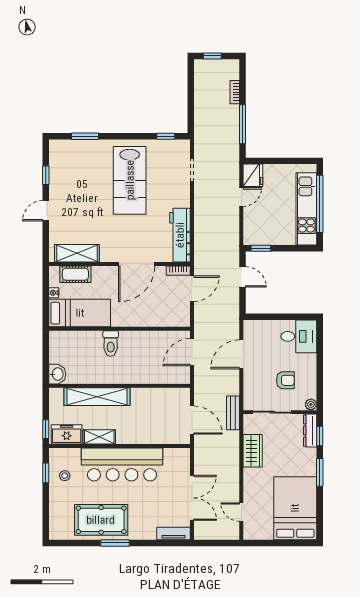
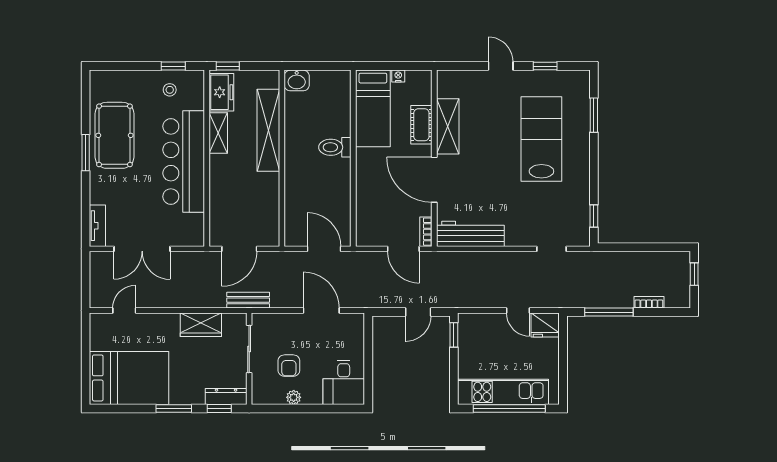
lab bench: (130, 180) -> (541, 139), moved, turned 90
shelving: (77, 253) -> (448, 126), moved
cot: (75, 274) -> (421, 125), moved
plant: (311, 404) -> (294, 397), moved

